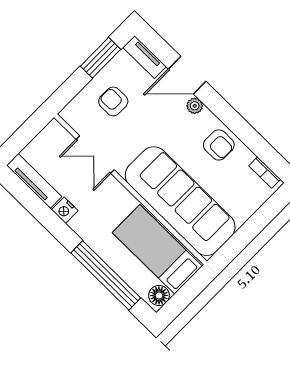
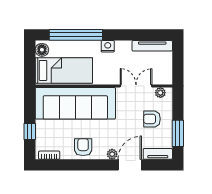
armchair: (113, 101) -> (152, 119), turned 180
plant: (76, 121) -> (160, 93), added
armchair: (219, 145) -> (83, 147), turned 90
nightstand: (65, 210) -> (108, 46), moved
window: (260, 219) -> (30, 132), added

